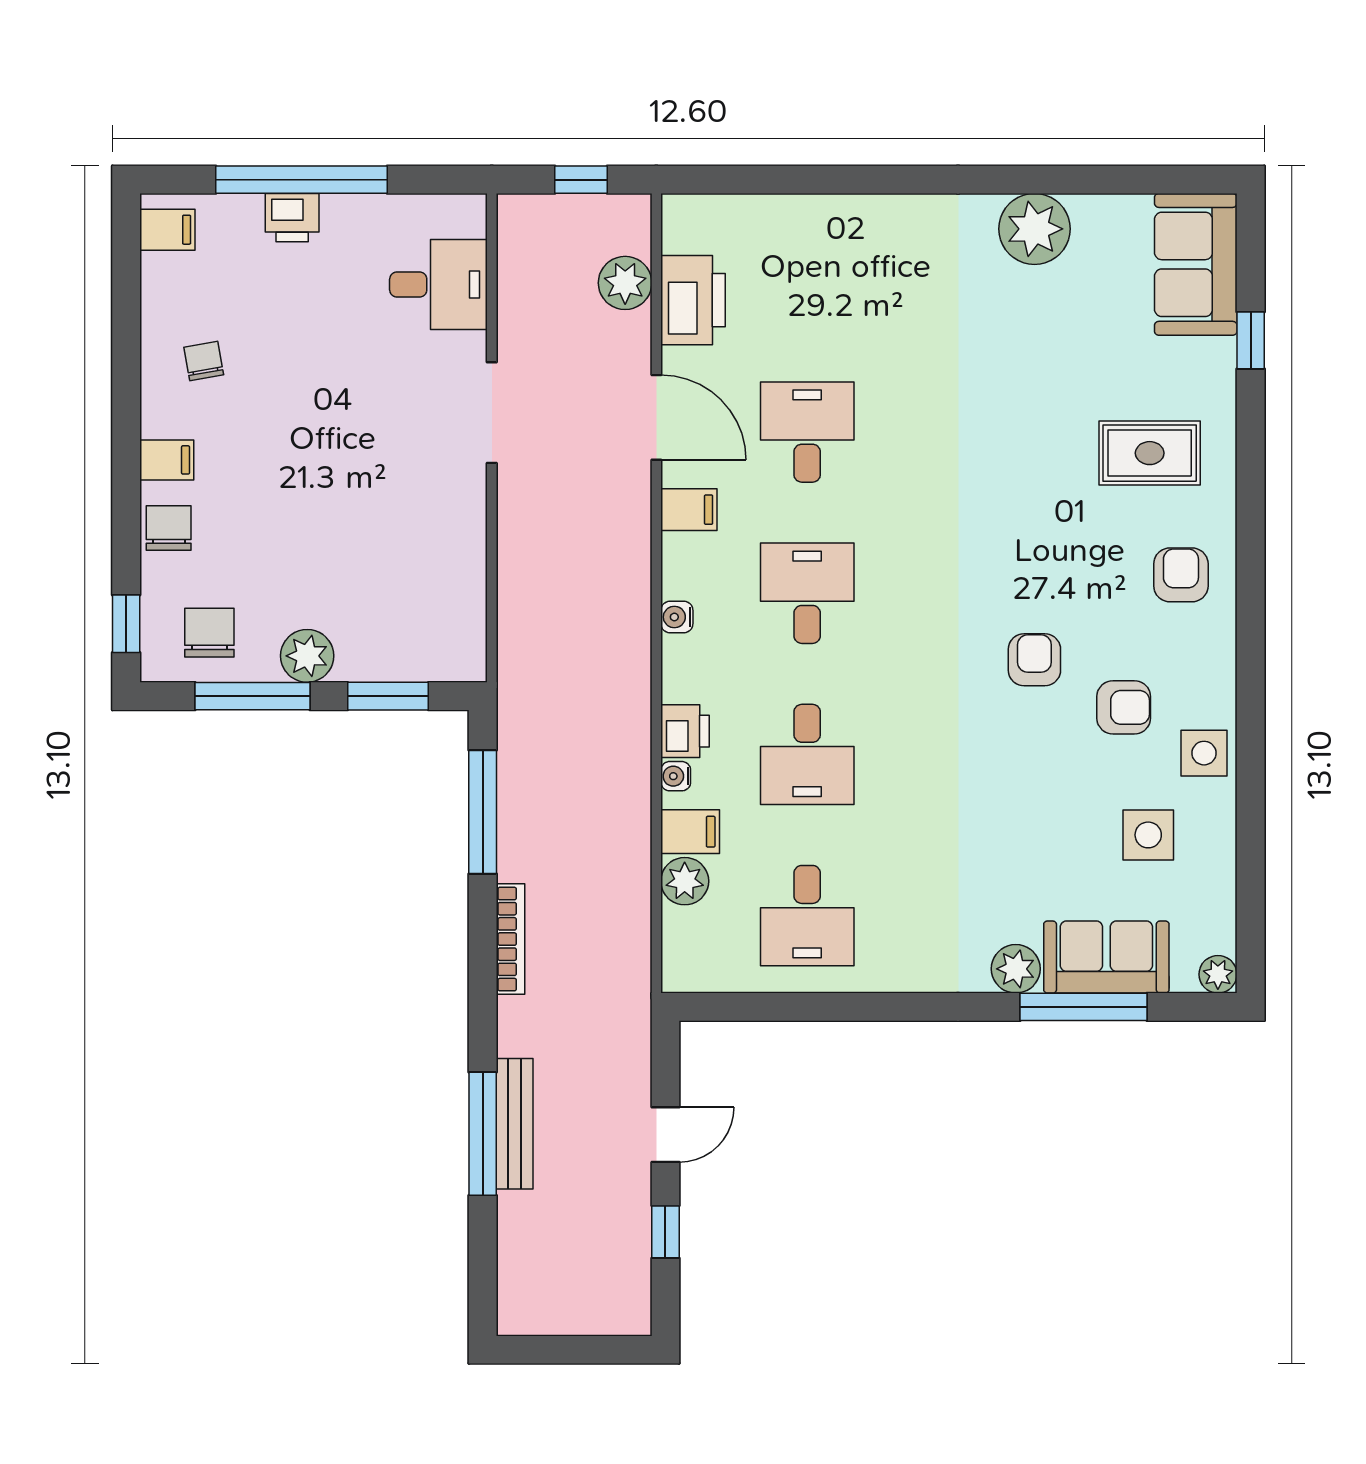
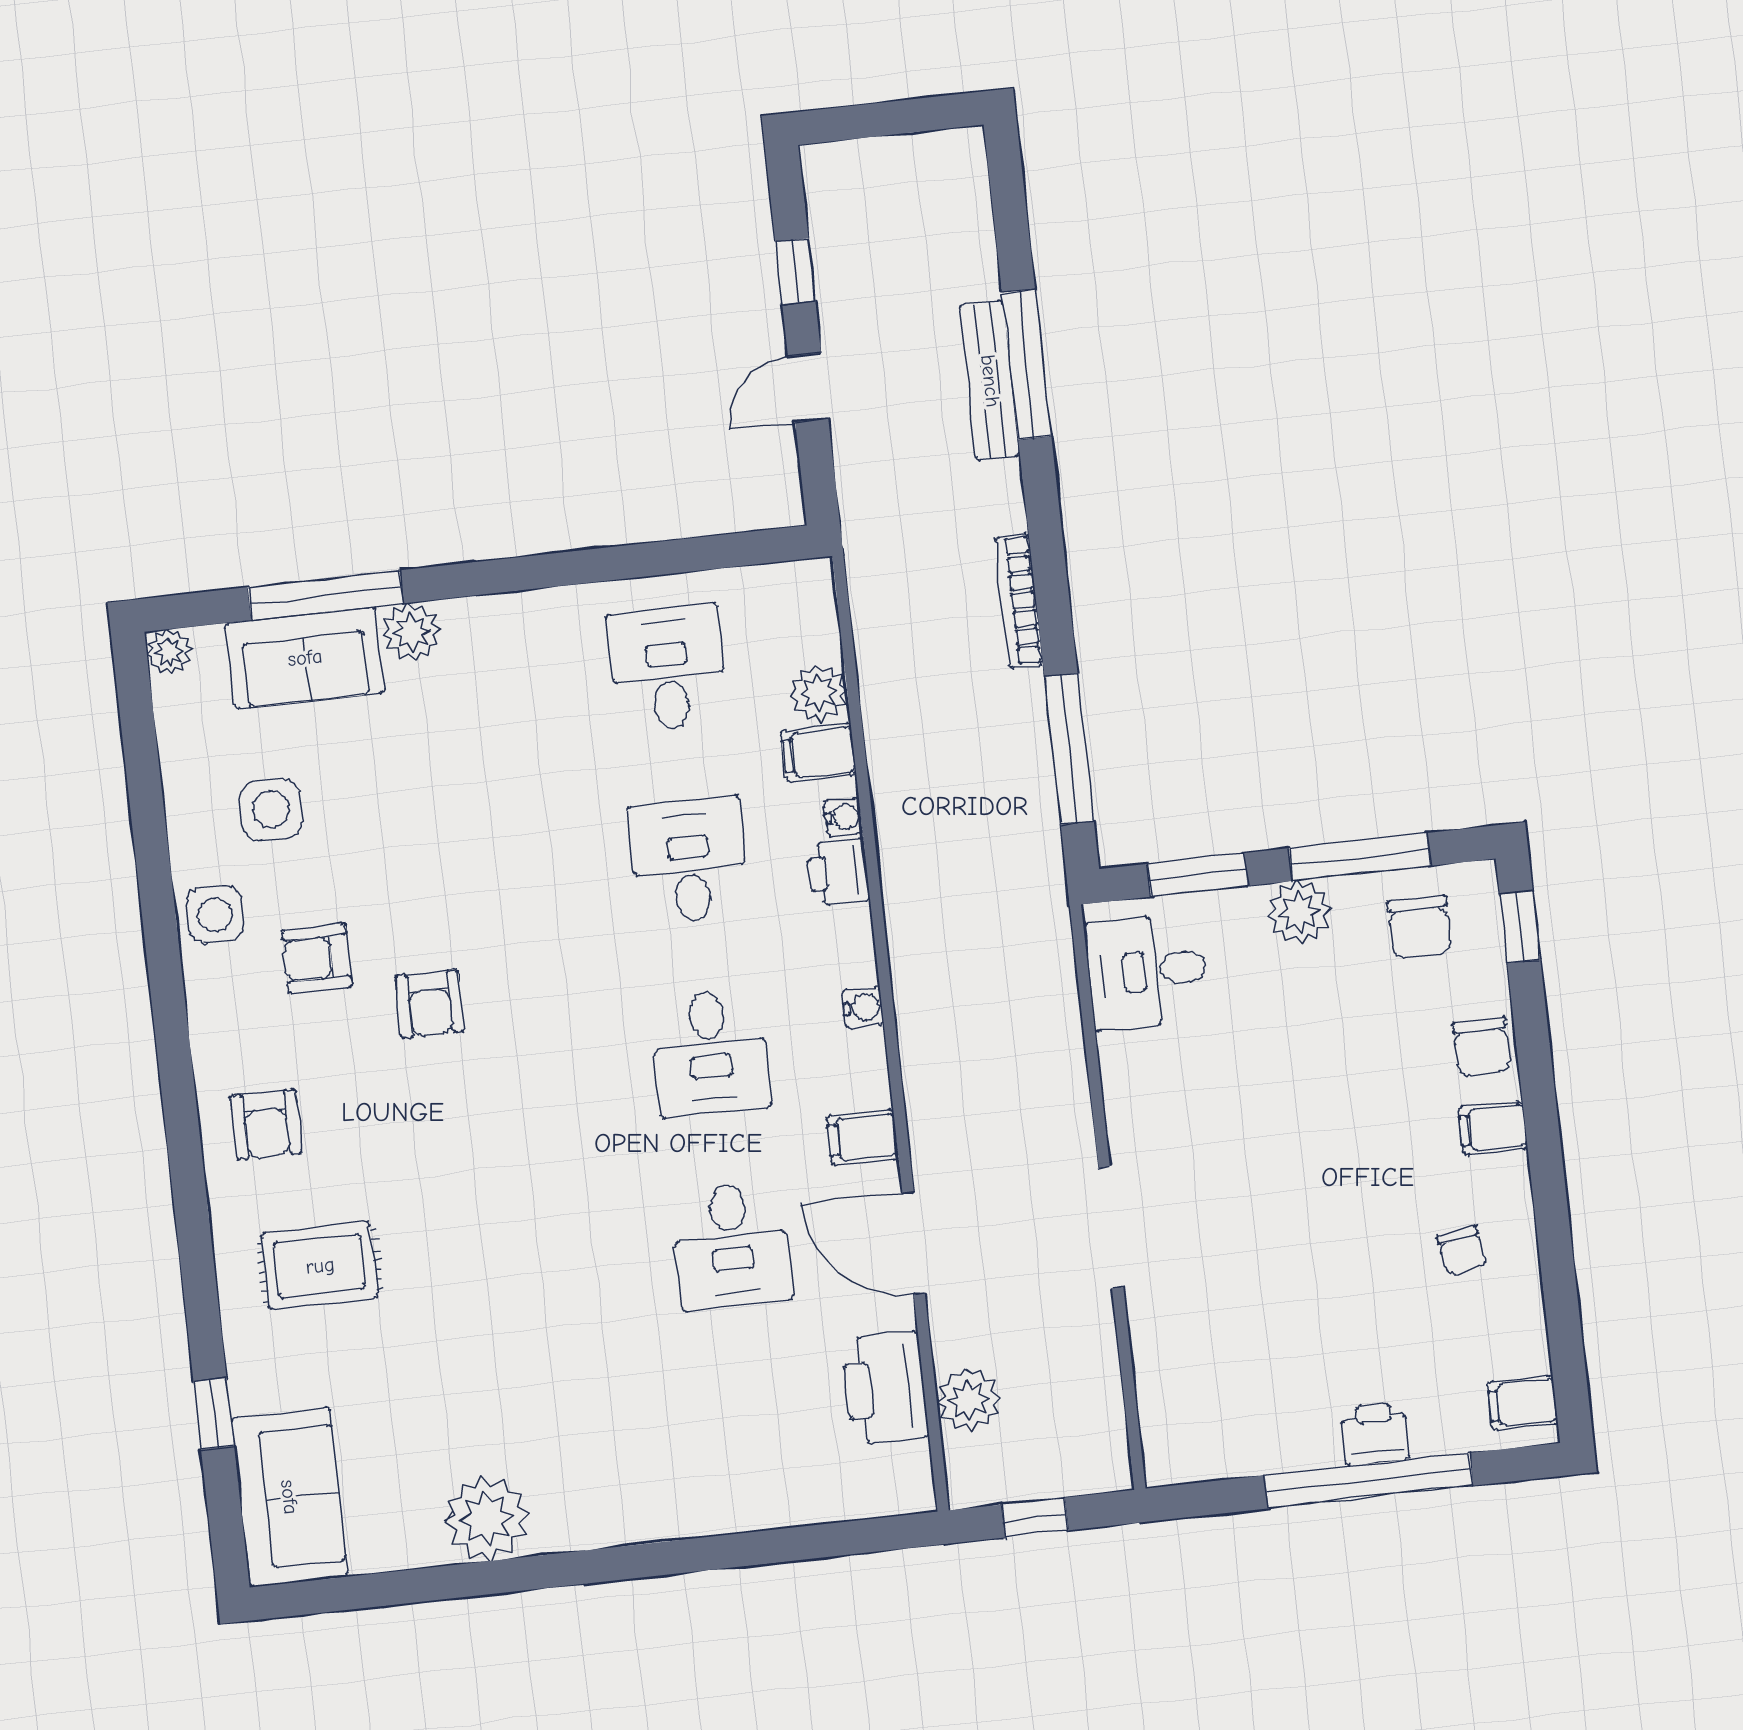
desk: (438, 285) -> (1147, 971), moved

